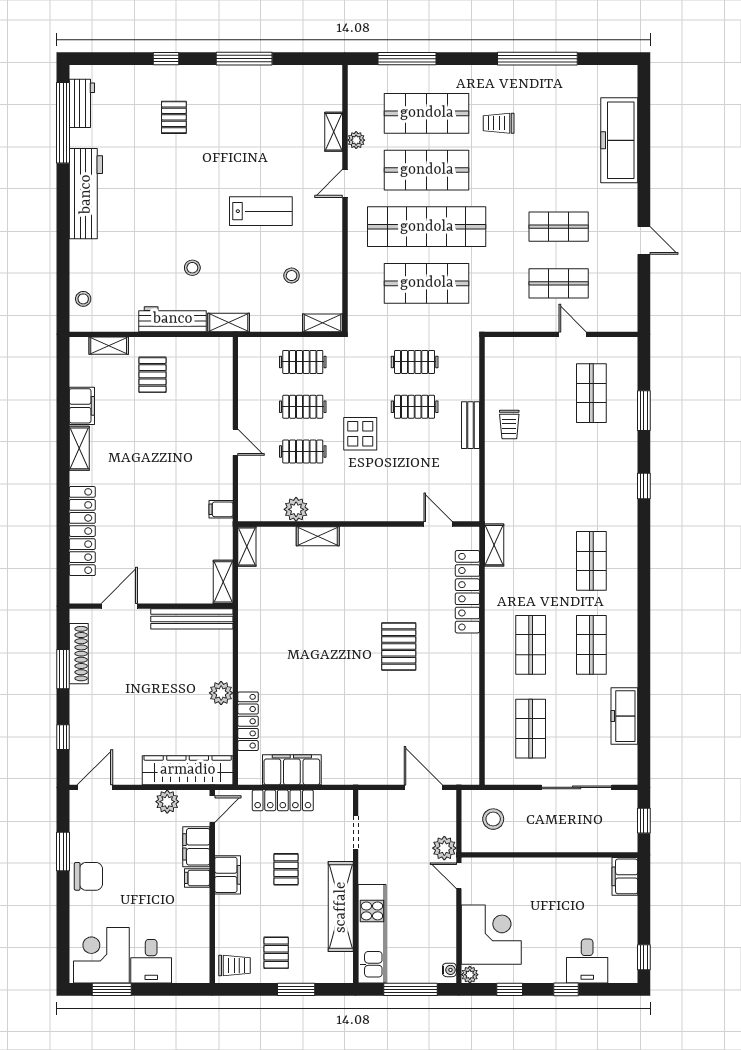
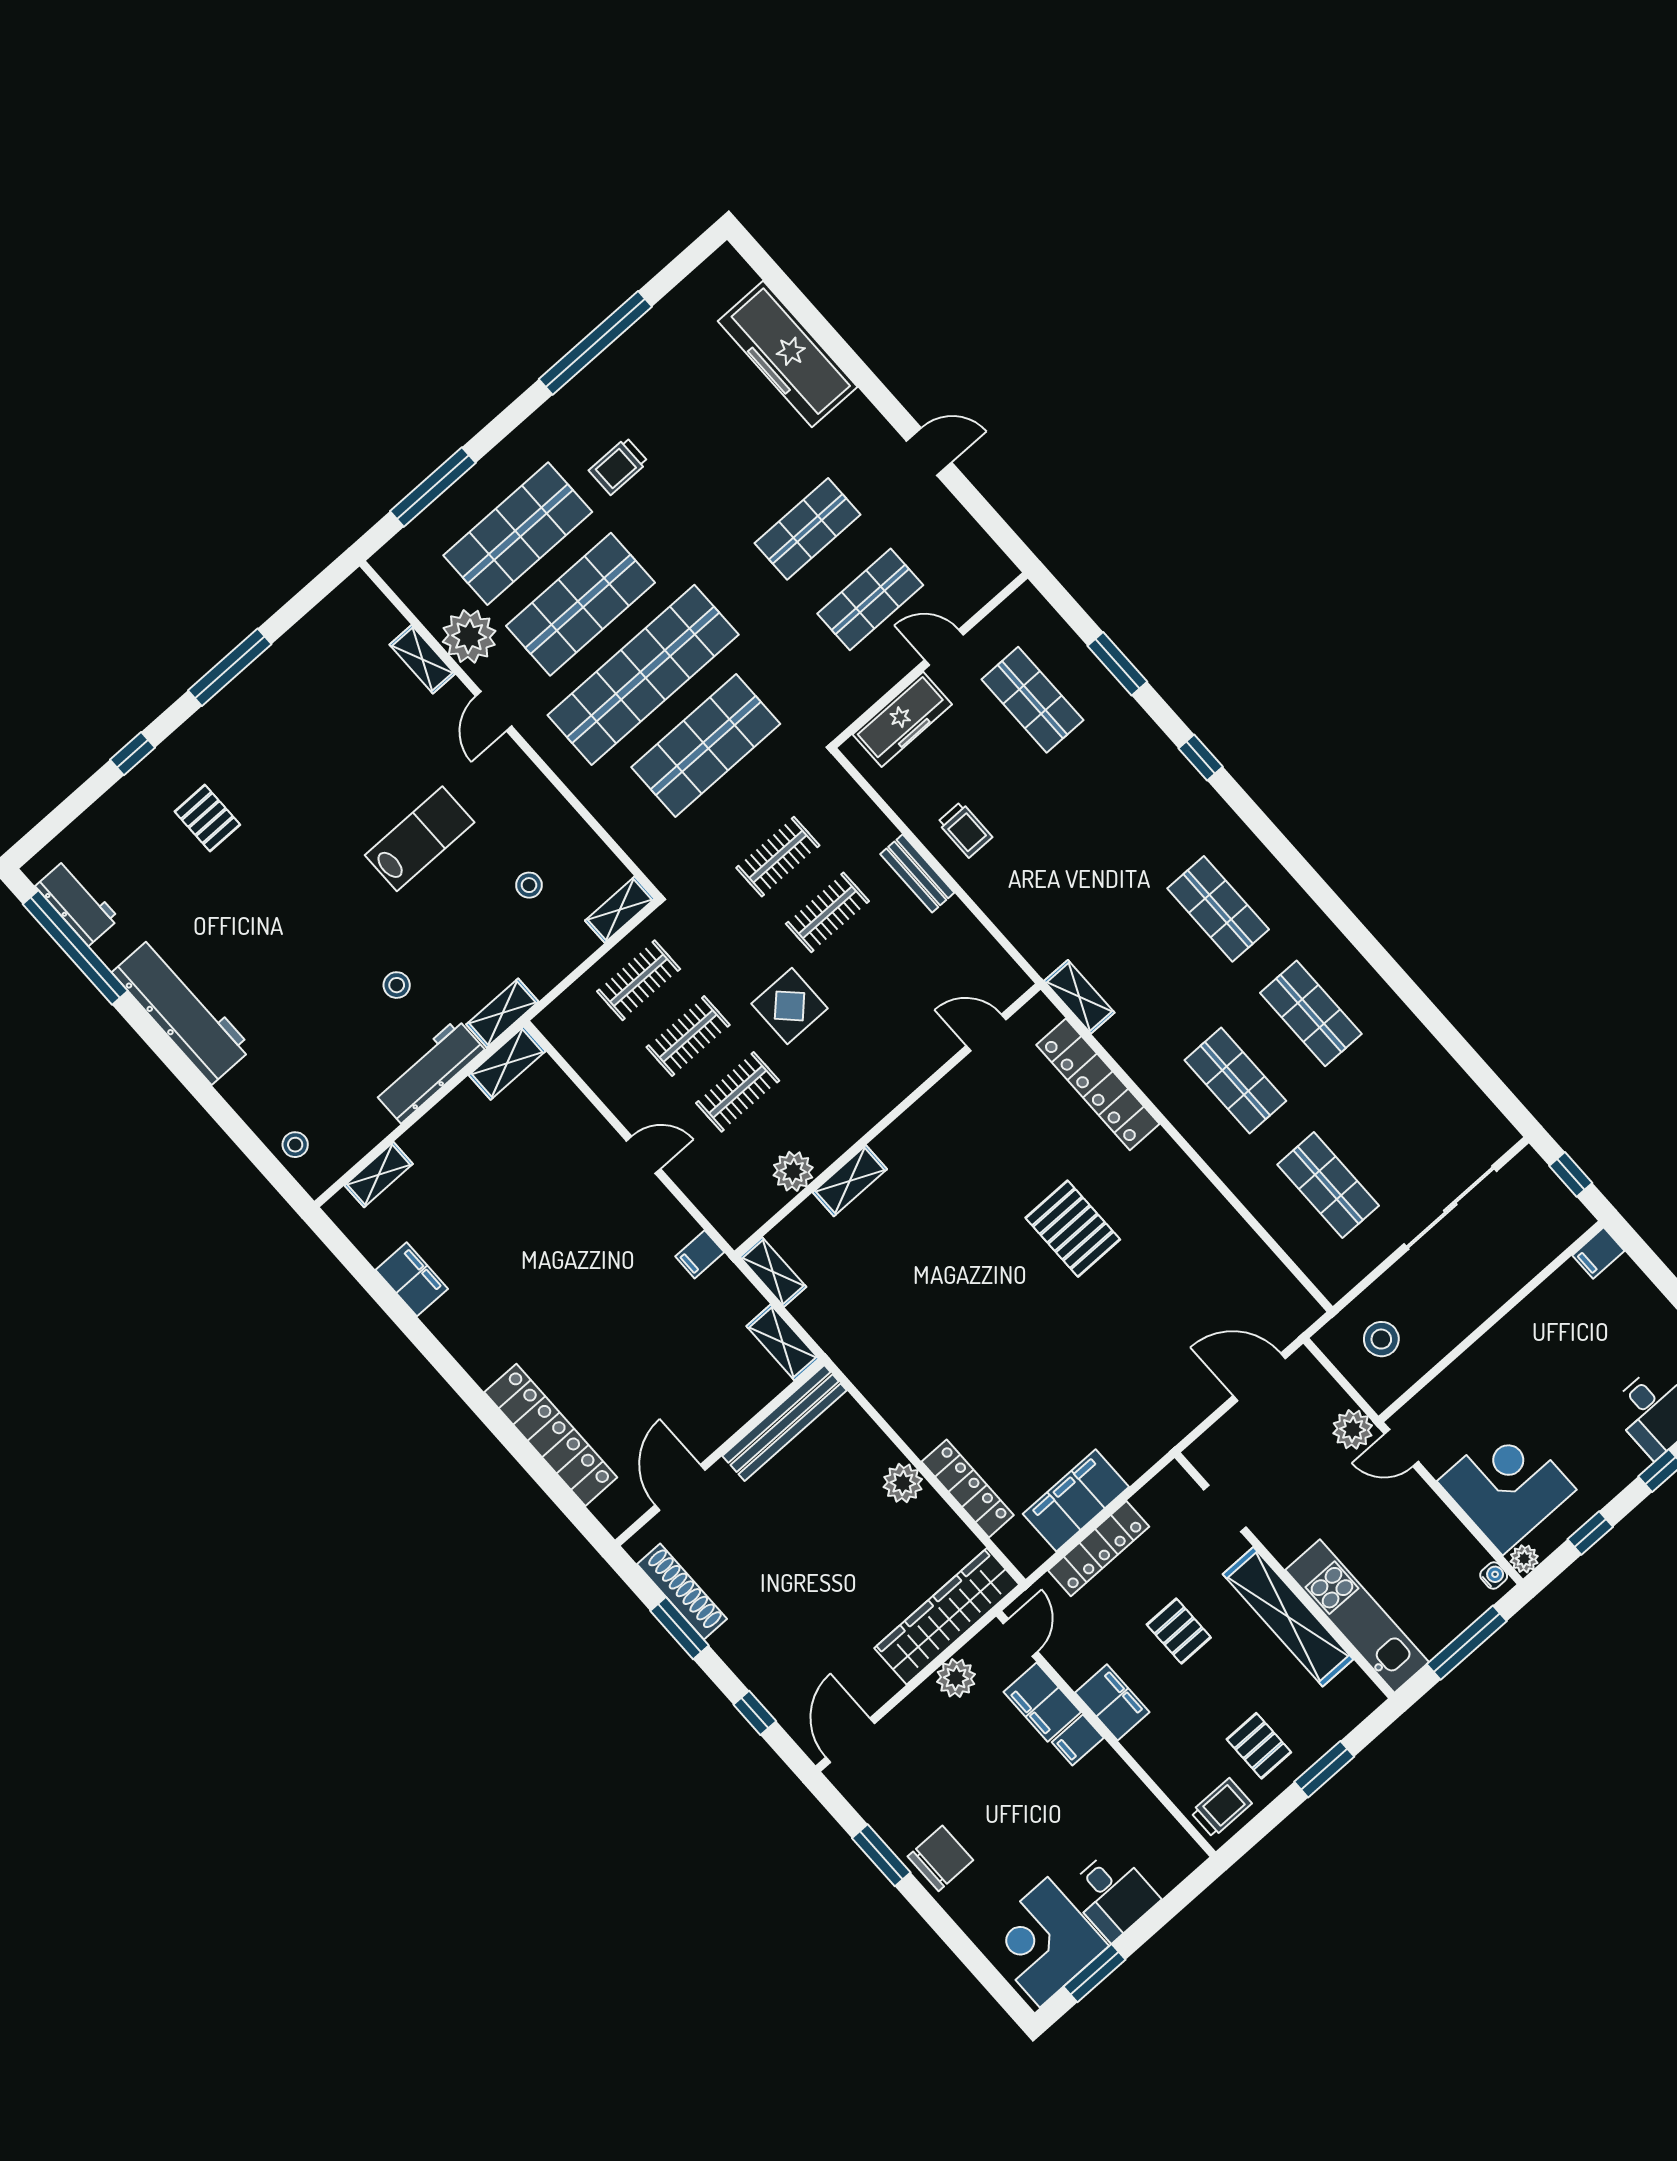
plant: (356, 140) -> (469, 636), width x1.88, depth x1.88
pallet: (152, 375) -> (465, 1163), removed
shelving: (79, 448) -> (507, 1063), moved, turned 90
freezer: (624, 716) -> (902, 719), moved, turned -90
filing cabinet: (625, 876) -> (1598, 1253), width x0.50

